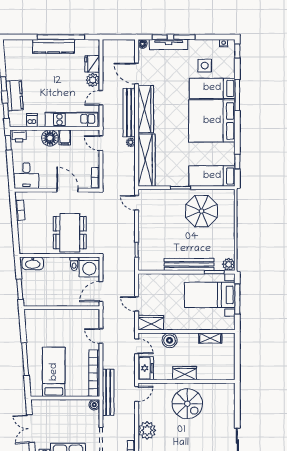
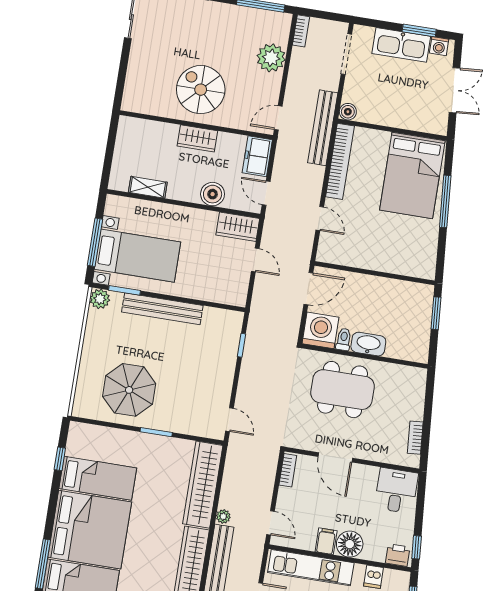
bed: (212, 176) -> (98, 478), moved
dining table: (70, 233) -> (343, 390), turned 90
washbasin: (33, 263) -> (368, 344), moved
bed: (54, 372) -> (412, 175), width x1.50

